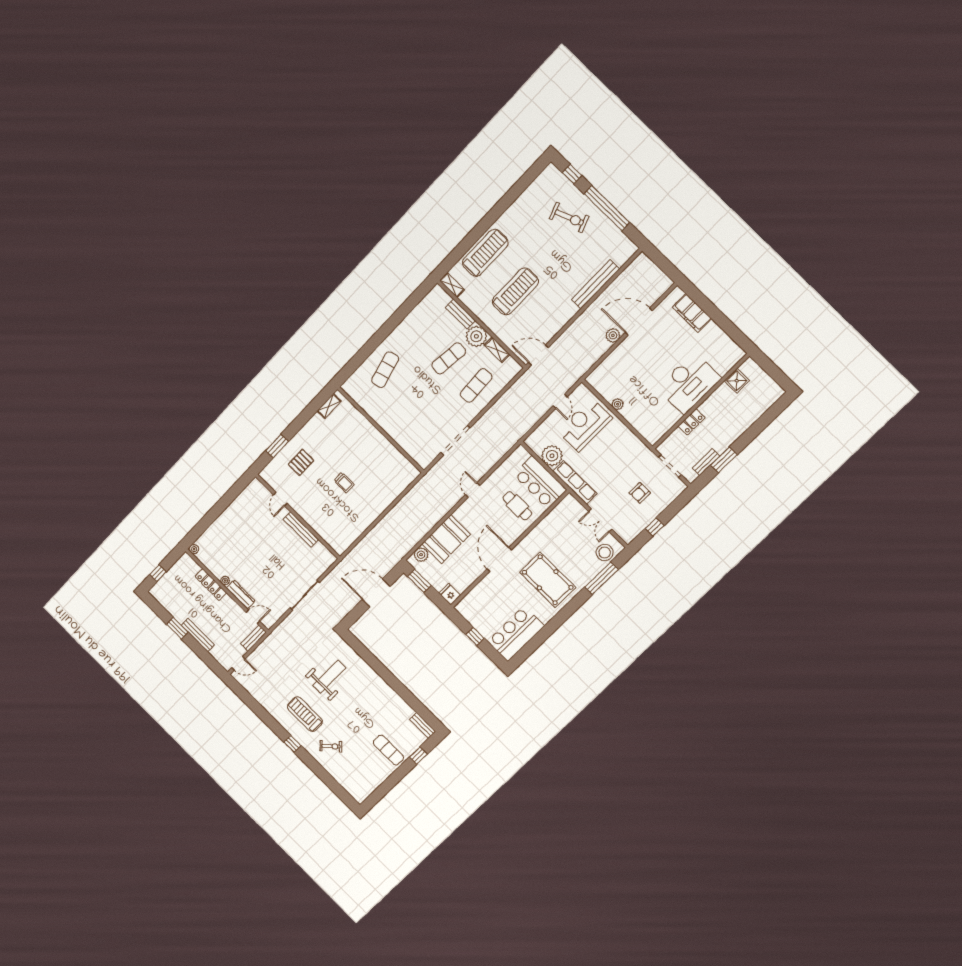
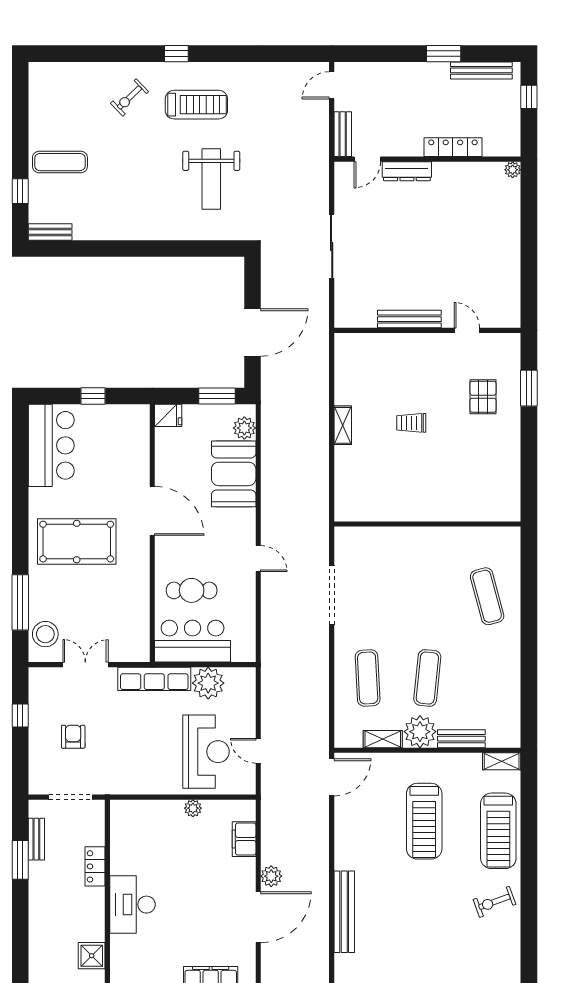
exercise bike: (569, 218) -> (494, 902), moved, width x0.73, depth x0.72
filing cabinet: (608, 366) -> (244, 839), added
desk: (689, 383) -> (132, 905), width x0.73, depth x0.77
shelving: (329, 406) -> (343, 425), moved
plant: (225, 581) -> (441, 169), removed
bench: (198, 635) -> (481, 70), moved

